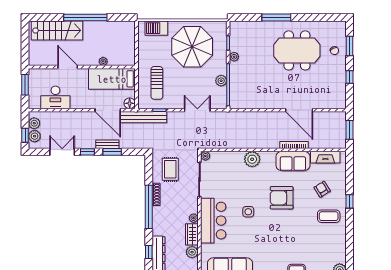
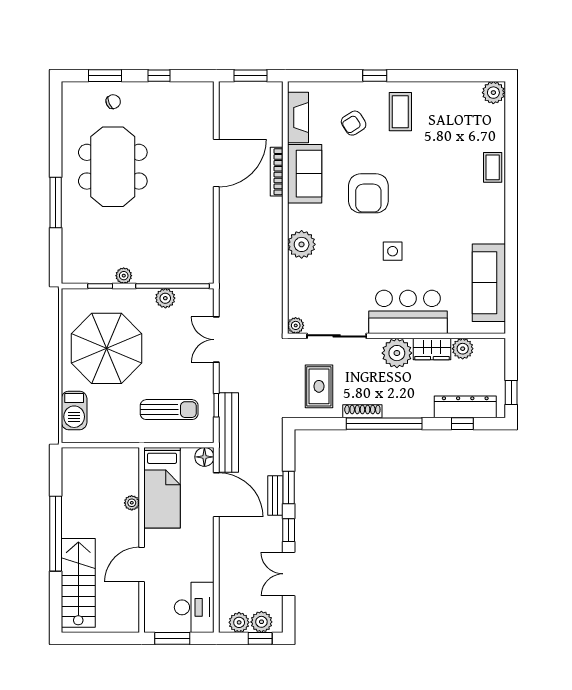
desk: (55, 97) -> (194, 607), moved
door: (108, 110) -> (216, 495), hinge flipped
rug: (170, 169) -> (319, 386), turned 90
plant: (194, 218) -> (397, 353), width x1.87, depth x1.87

